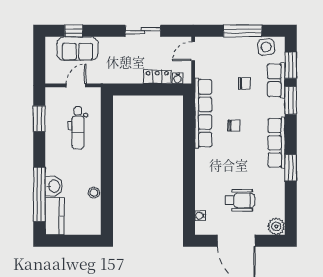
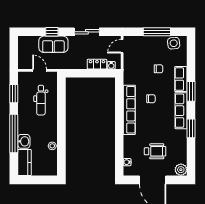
window: (74, 31) -> (52, 32), moved
sofa: (78, 49) -> (53, 44), moved
window: (291, 65) -> (191, 56), removed
row of seats: (276, 80) -> (181, 79), moved
door: (76, 85) -> (40, 70), hinge flipped
window: (291, 100) -> (191, 91), moved
row of seats: (203, 113) -> (129, 110), moved
window: (39, 194) -> (14, 134), moved

